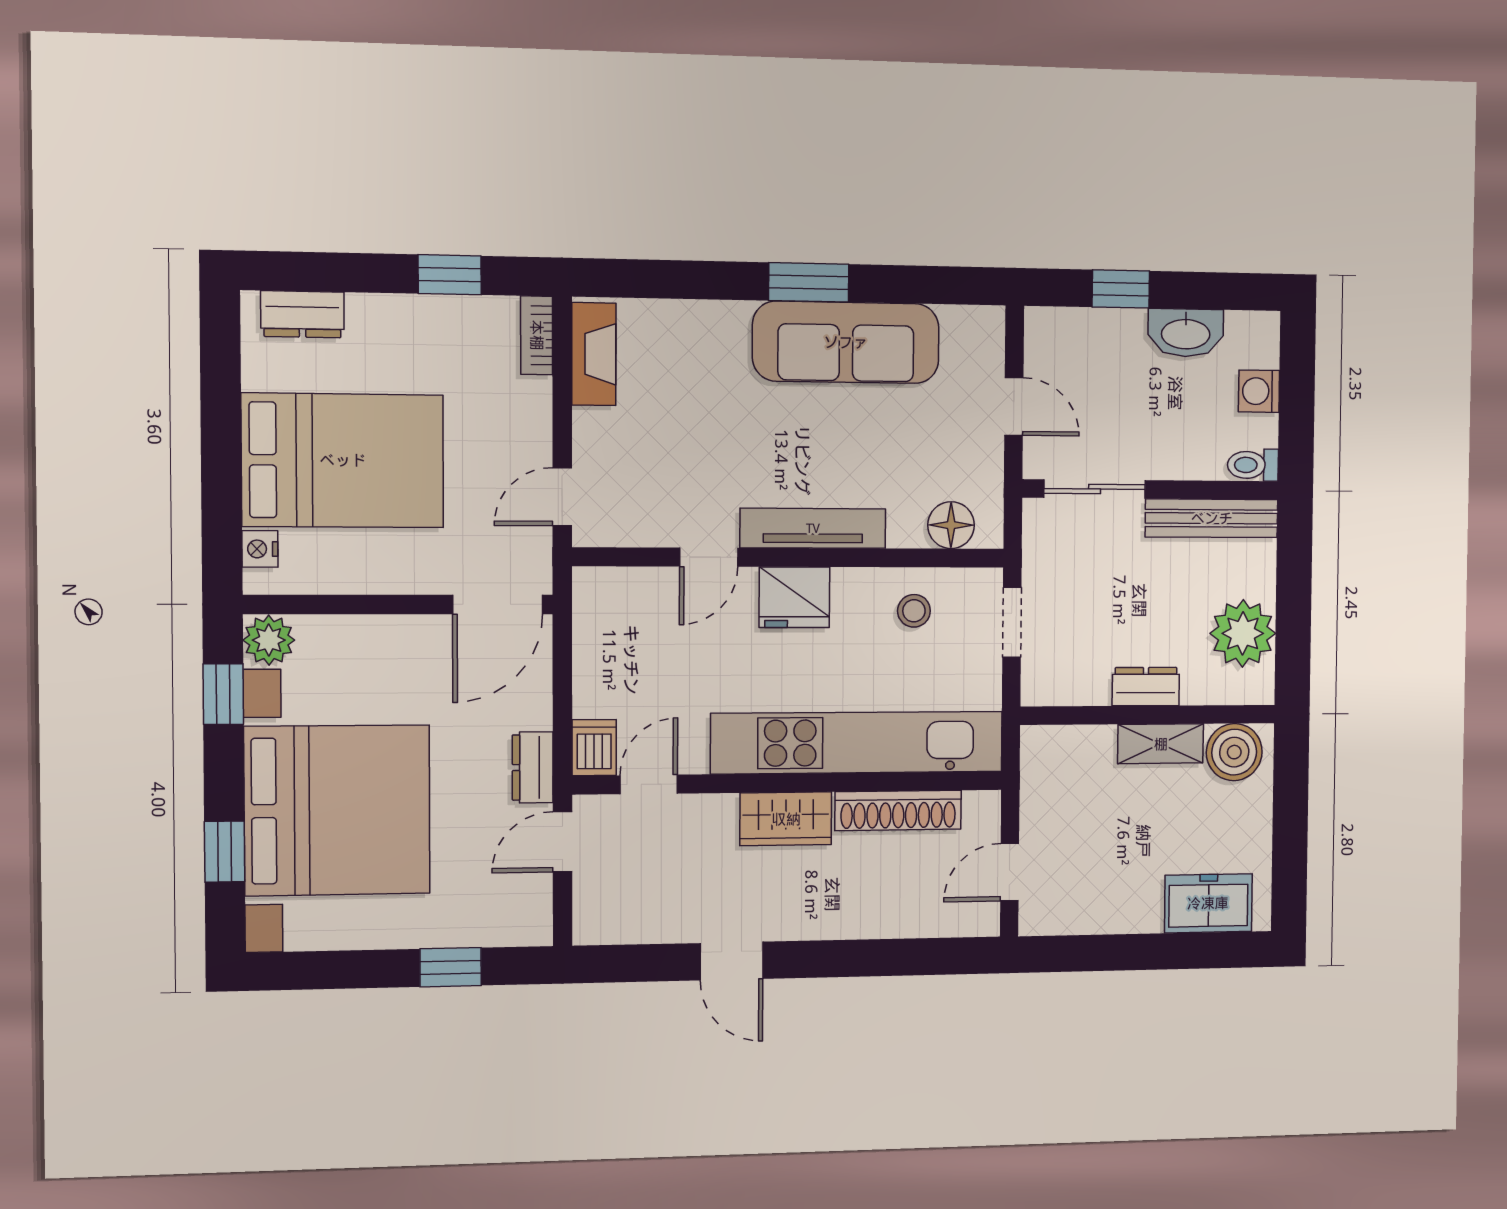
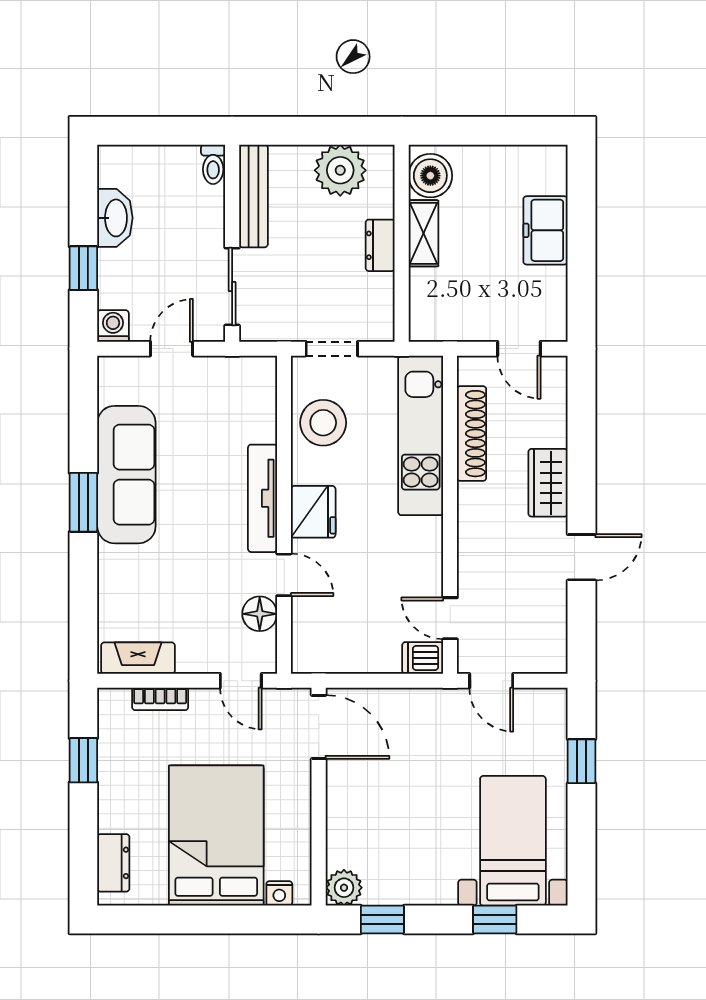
bookcase: (537, 335) -> (160, 699), moved
washing machine: (1259, 391) -> (113, 326), moved, turned 180
floor lamp: (951, 525) -> (260, 614), moved
stool: (914, 611) -> (323, 423), width x1.89, depth x1.89
kitchen unit: (857, 743) -> (421, 435), width x0.73
dresser: (533, 767) -> (437, 702), removed
bed with nightstands: (337, 810) -> (513, 841), width x0.54
wardrobe: (786, 819) -> (548, 483), moved, turned 180
freezer: (1208, 903) -> (545, 230), moved

